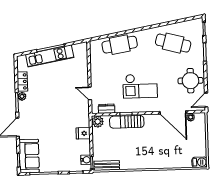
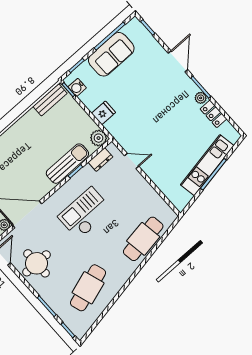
cafe table: (173, 43) -> (88, 288), turned -33
sofa: (29, 156) -> (111, 54), moved, turned -90

